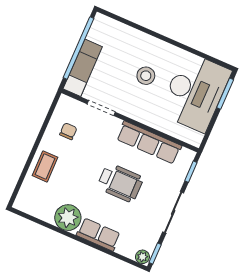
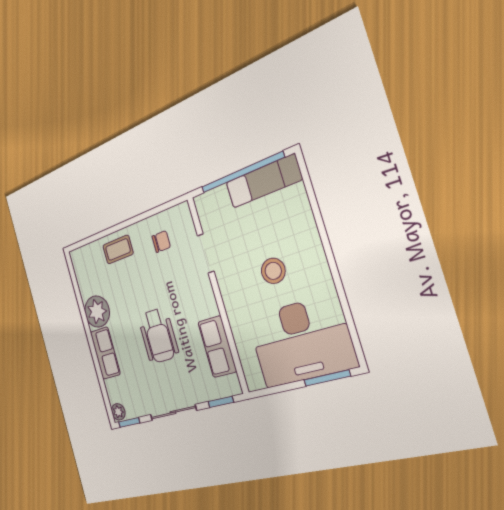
exam couch: (83, 68) -> (263, 181), moved
row of seats: (149, 142) -> (217, 347), width x0.68

